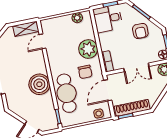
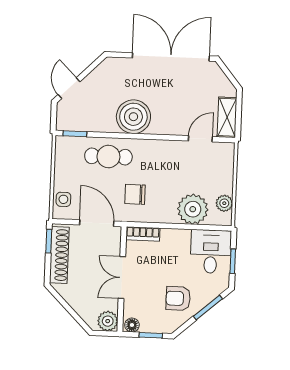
door: (43, 41) -> (200, 139), hinge flipped
plant: (88, 49) -> (193, 209), moved
cafe table: (67, 93) -> (108, 156), width x0.73, depth x0.74

